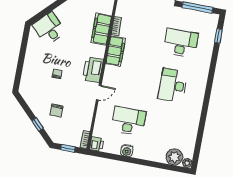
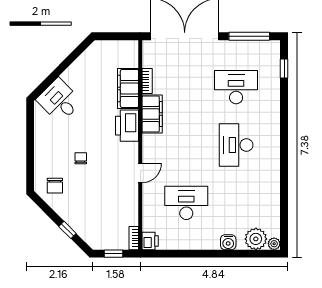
printer: (93, 70) -> (127, 126), moved
chair: (56, 110) -> (55, 186), moved
water cooler: (127, 151) -> (228, 242), moved

